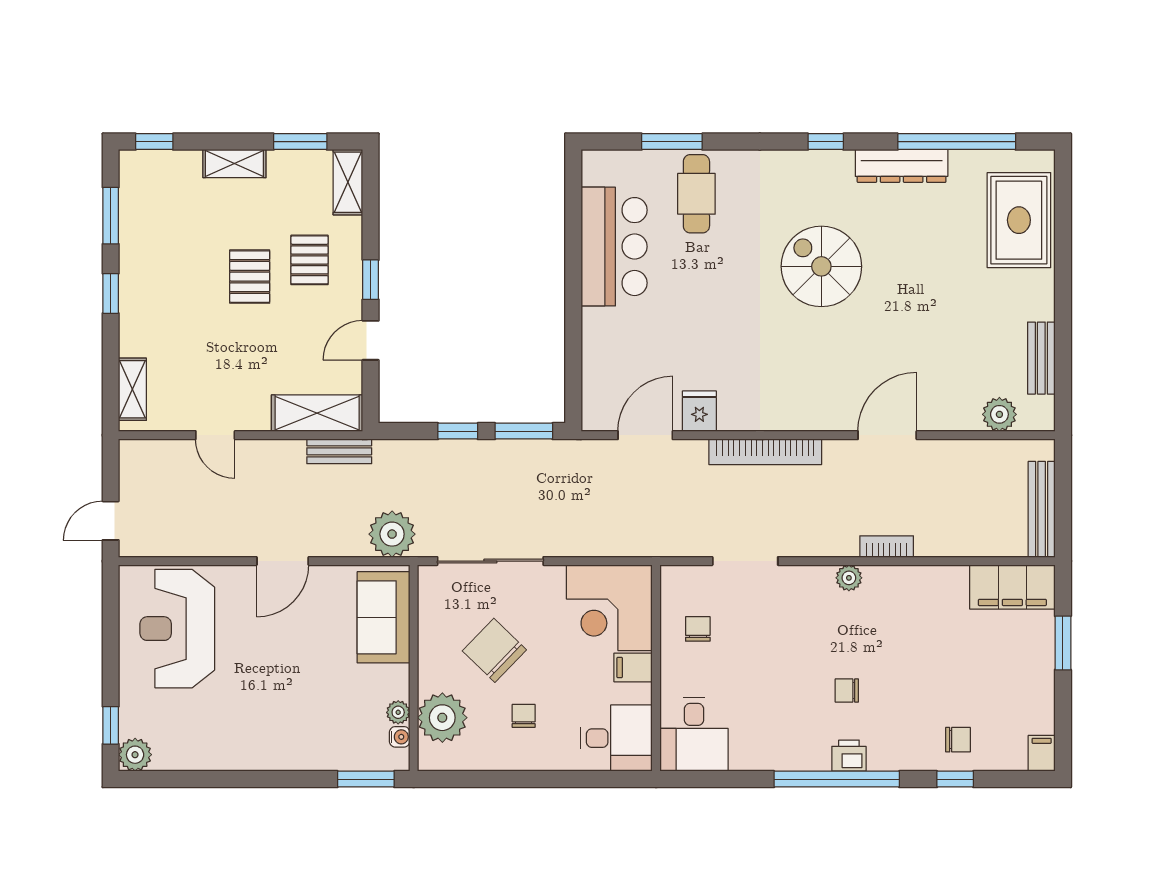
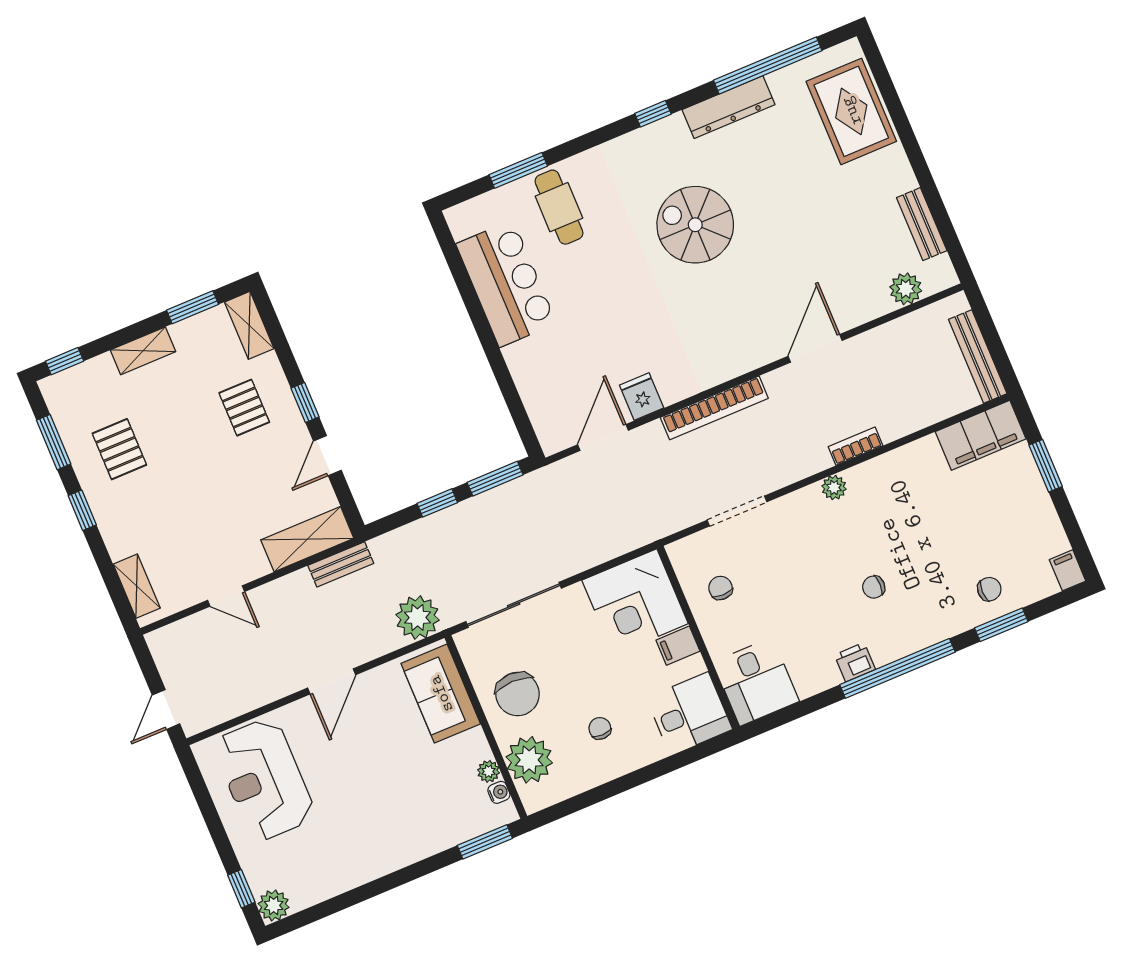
pallet: (250, 277) -> (119, 449), moved
chair: (494, 650) -> (518, 694), moved, turned -134
printer: (849, 756) -> (855, 662), moved
window: (955, 779) -> (1001, 625), width x1.50

